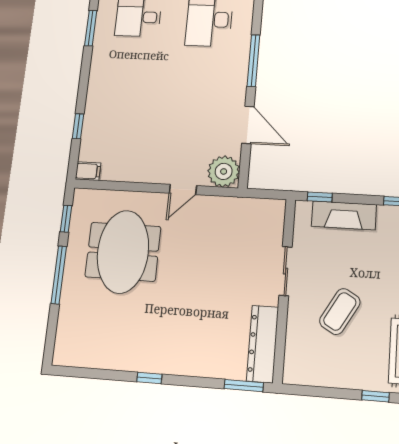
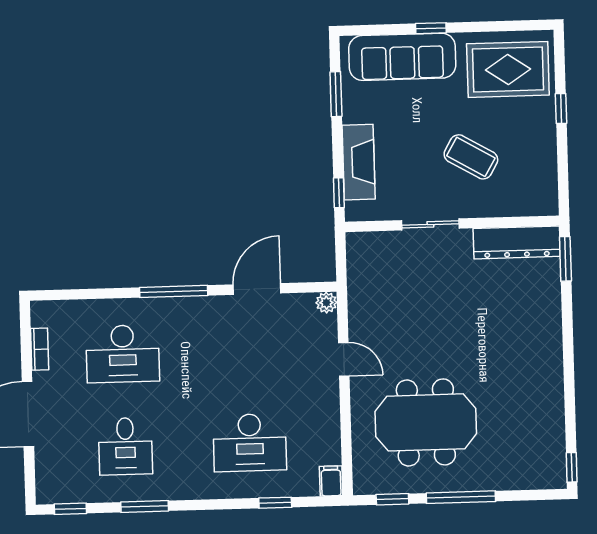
desk: (127, 110) -> (250, 443), added
plant: (224, 171) -> (326, 303), width x0.53, depth x0.53
window: (149, 378) -> (572, 467), moved

